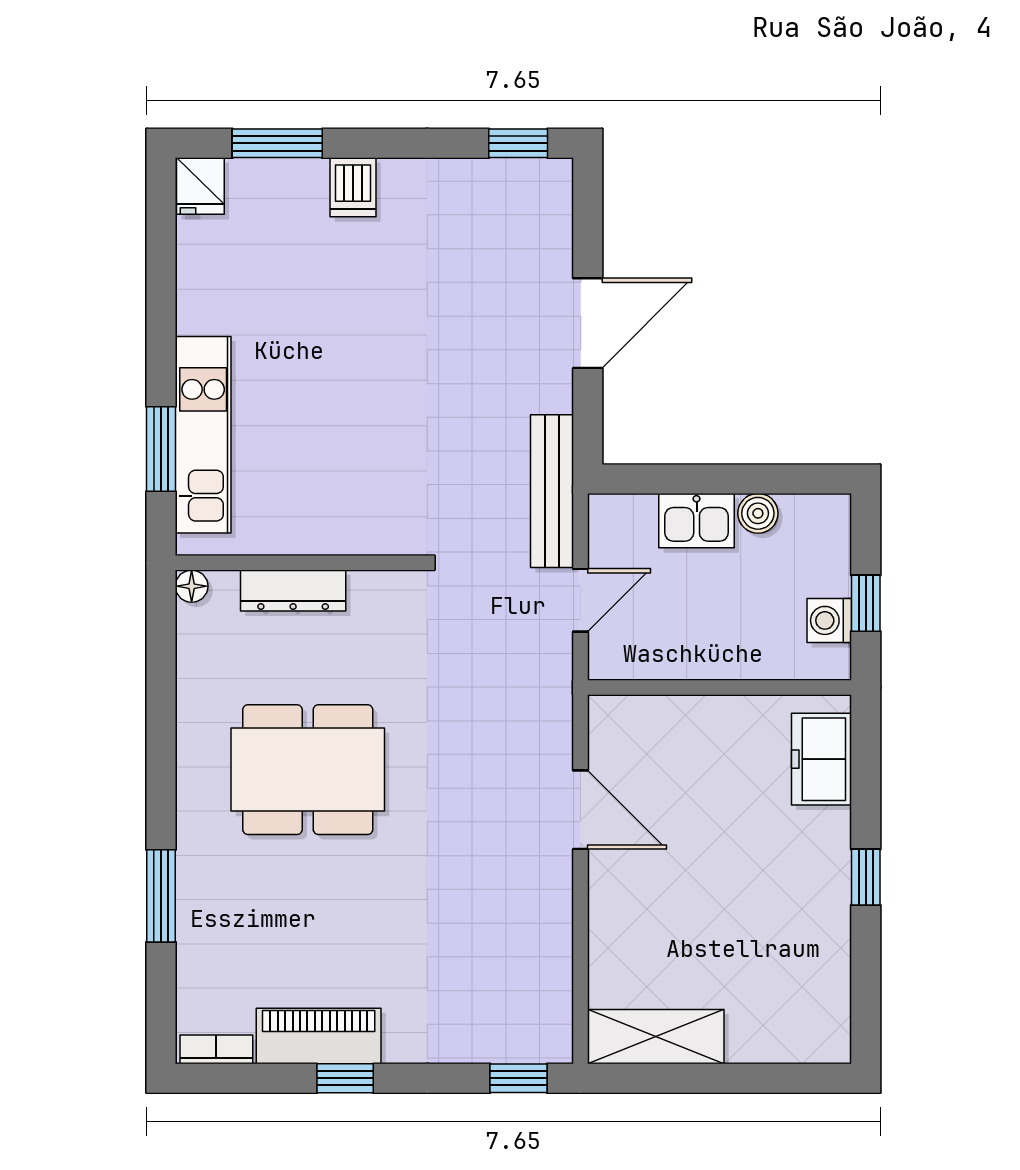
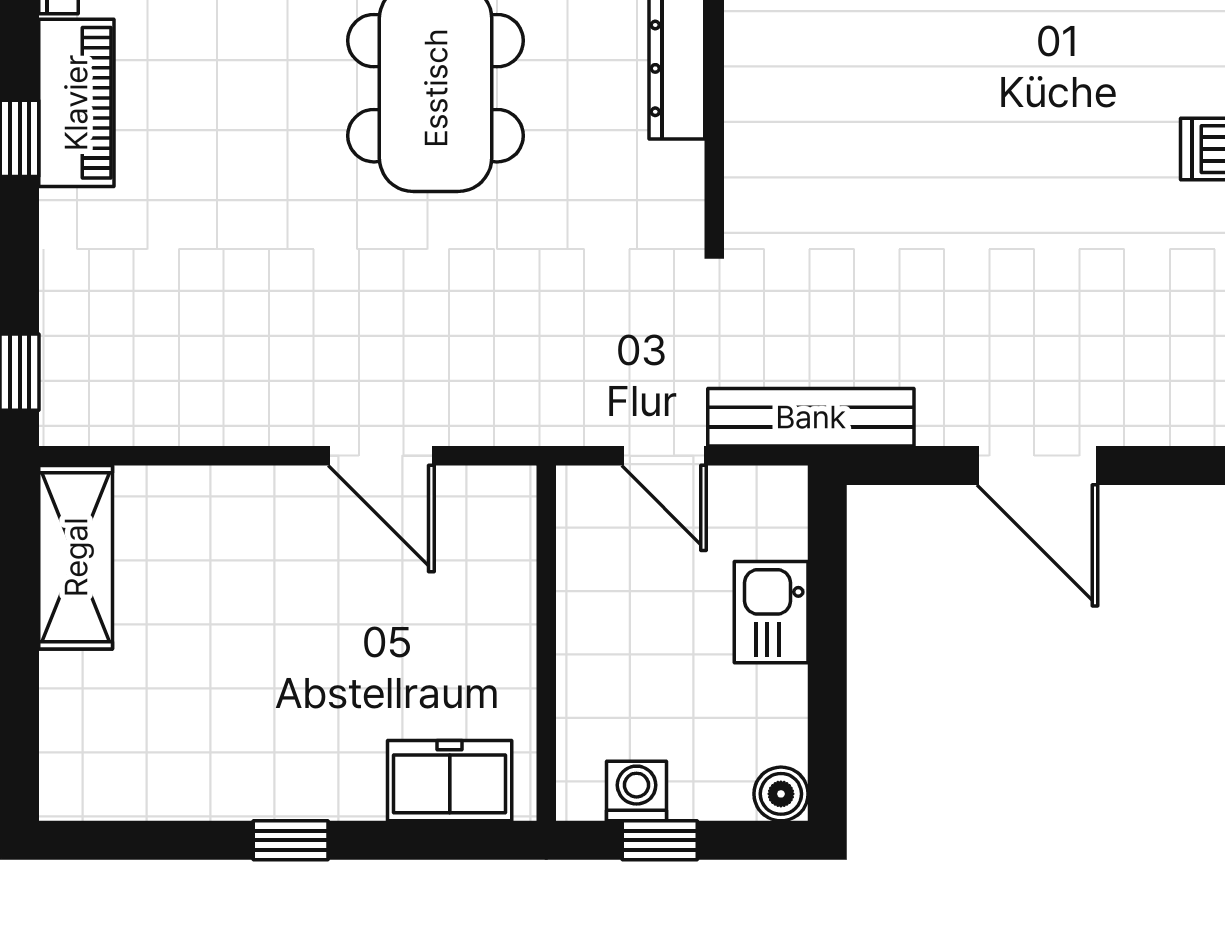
boiler: (758, 513) -> (781, 794), moved
door: (581, 810) -> (381, 456), hinge flipped

